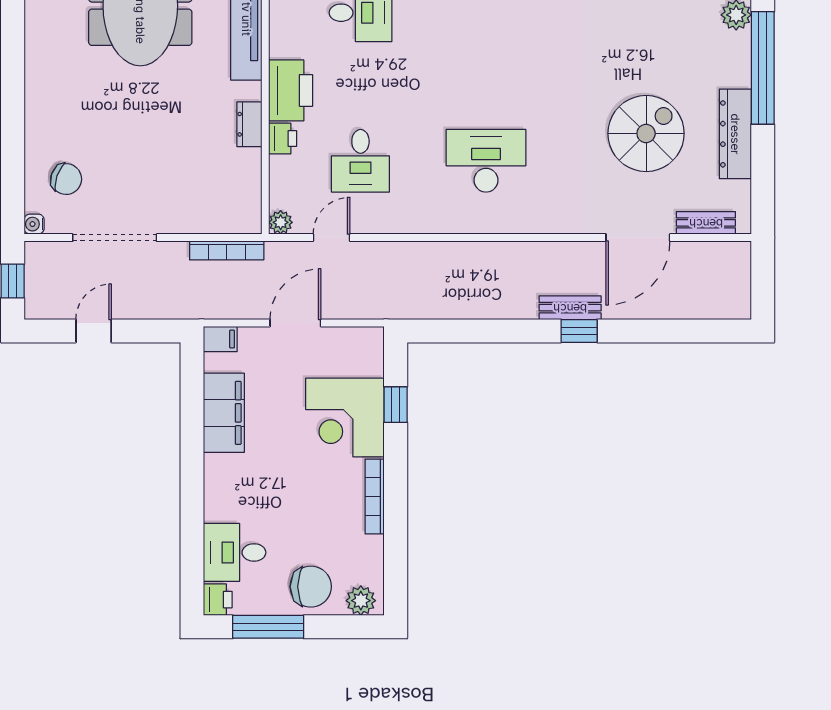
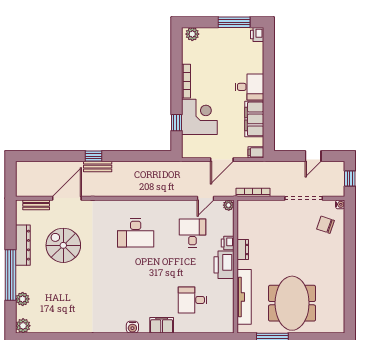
spiral stairs: (646, 133) -> (63, 245), turned 90
desk: (235, 552) -> (249, 87), moved
chair: (311, 587) -> (215, 40), removed

